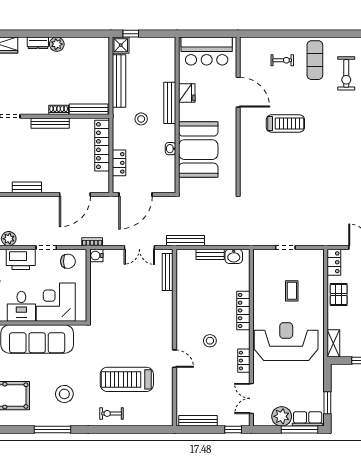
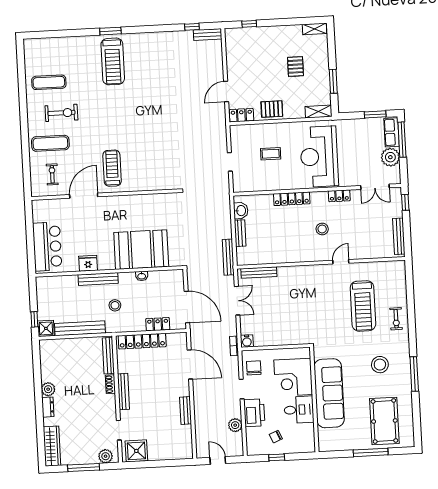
door: (238, 92) -> (84, 196), moved
wall: (238, 115) -> (105, 195), moved

